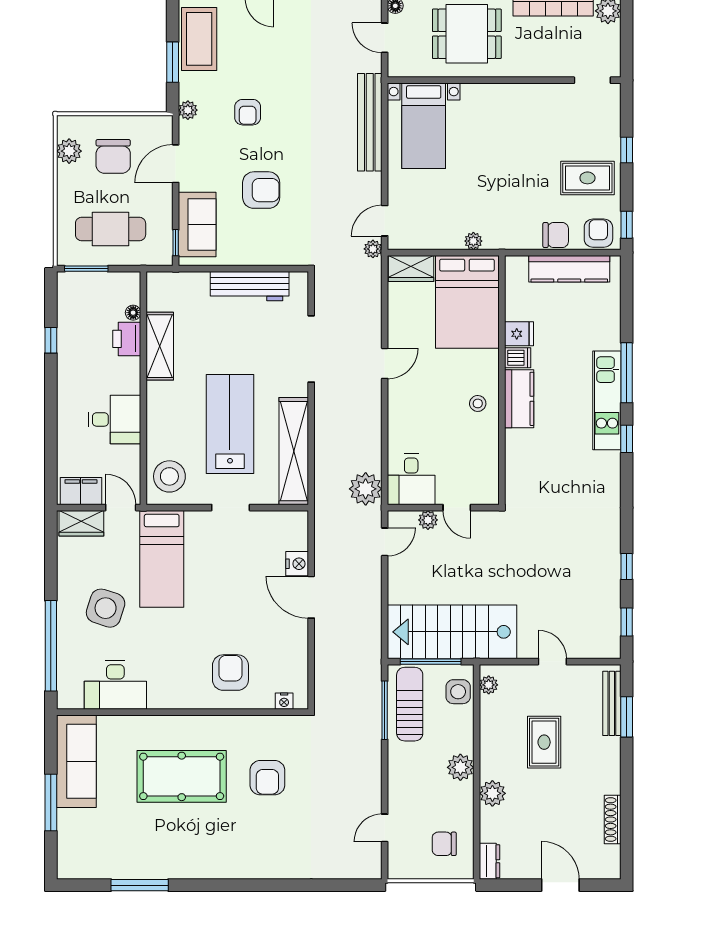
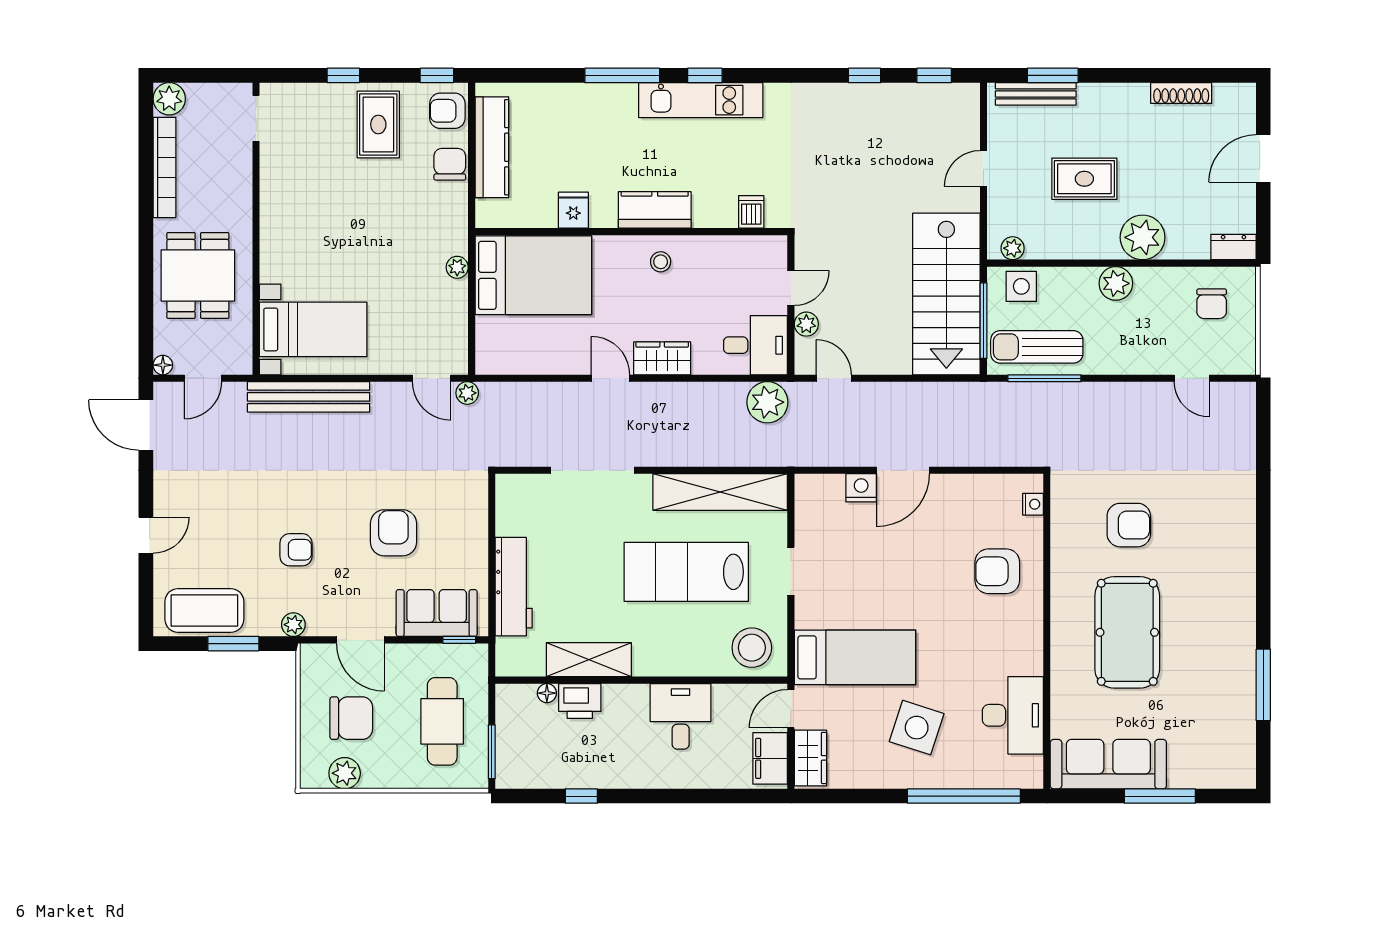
wardrobe: (411, 268) -> (662, 358), moved, turned -90
workbench: (250, 286) -> (514, 587), moved
dishwasher: (518, 358) -> (751, 212), moved
kitchen unit: (607, 400) -> (701, 100), moved
plant: (492, 793) -> (1143, 237), width x1.36, depth x1.36

